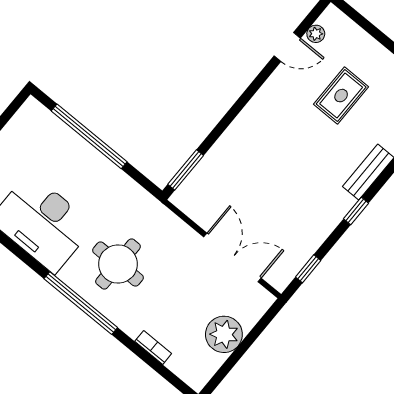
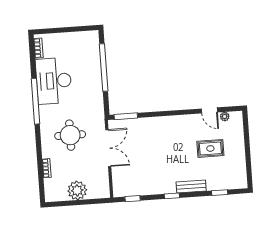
double door: (232, 257) -> (108, 148), moved
round table: (118, 264) -> (70, 135), moved
window: (81, 303) -> (36, 101), moved

